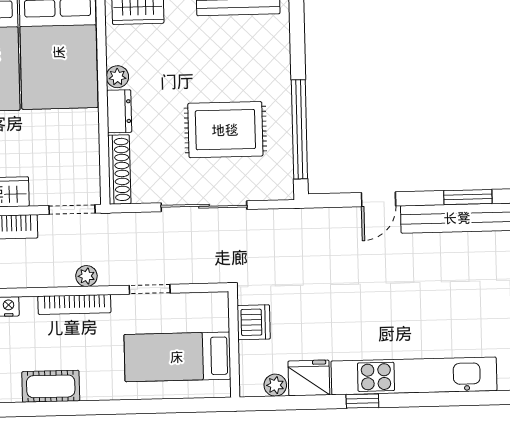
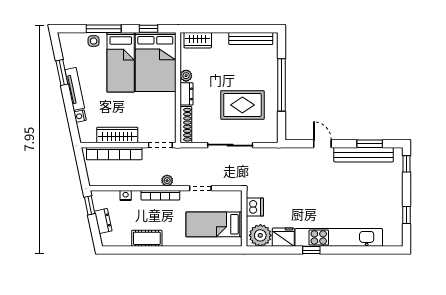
window: (299, 129) -> (282, 85), moved
door: (379, 199) -> (322, 144), swing flipped
plant: (275, 385) -> (260, 235), width x1.88, depth x1.88

